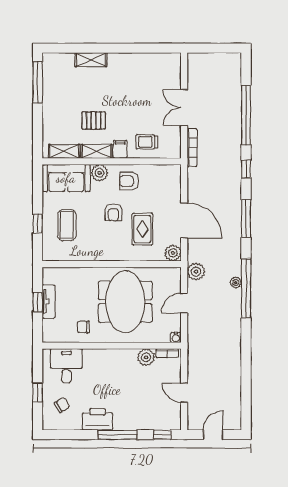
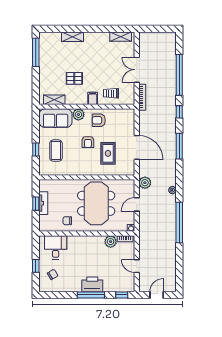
shelving: (97, 151) -> (121, 37), moved
plant: (173, 253) -> (129, 170), removed
window: (246, 288) -> (179, 223), moved
printer: (98, 419) -> (92, 284), moved

